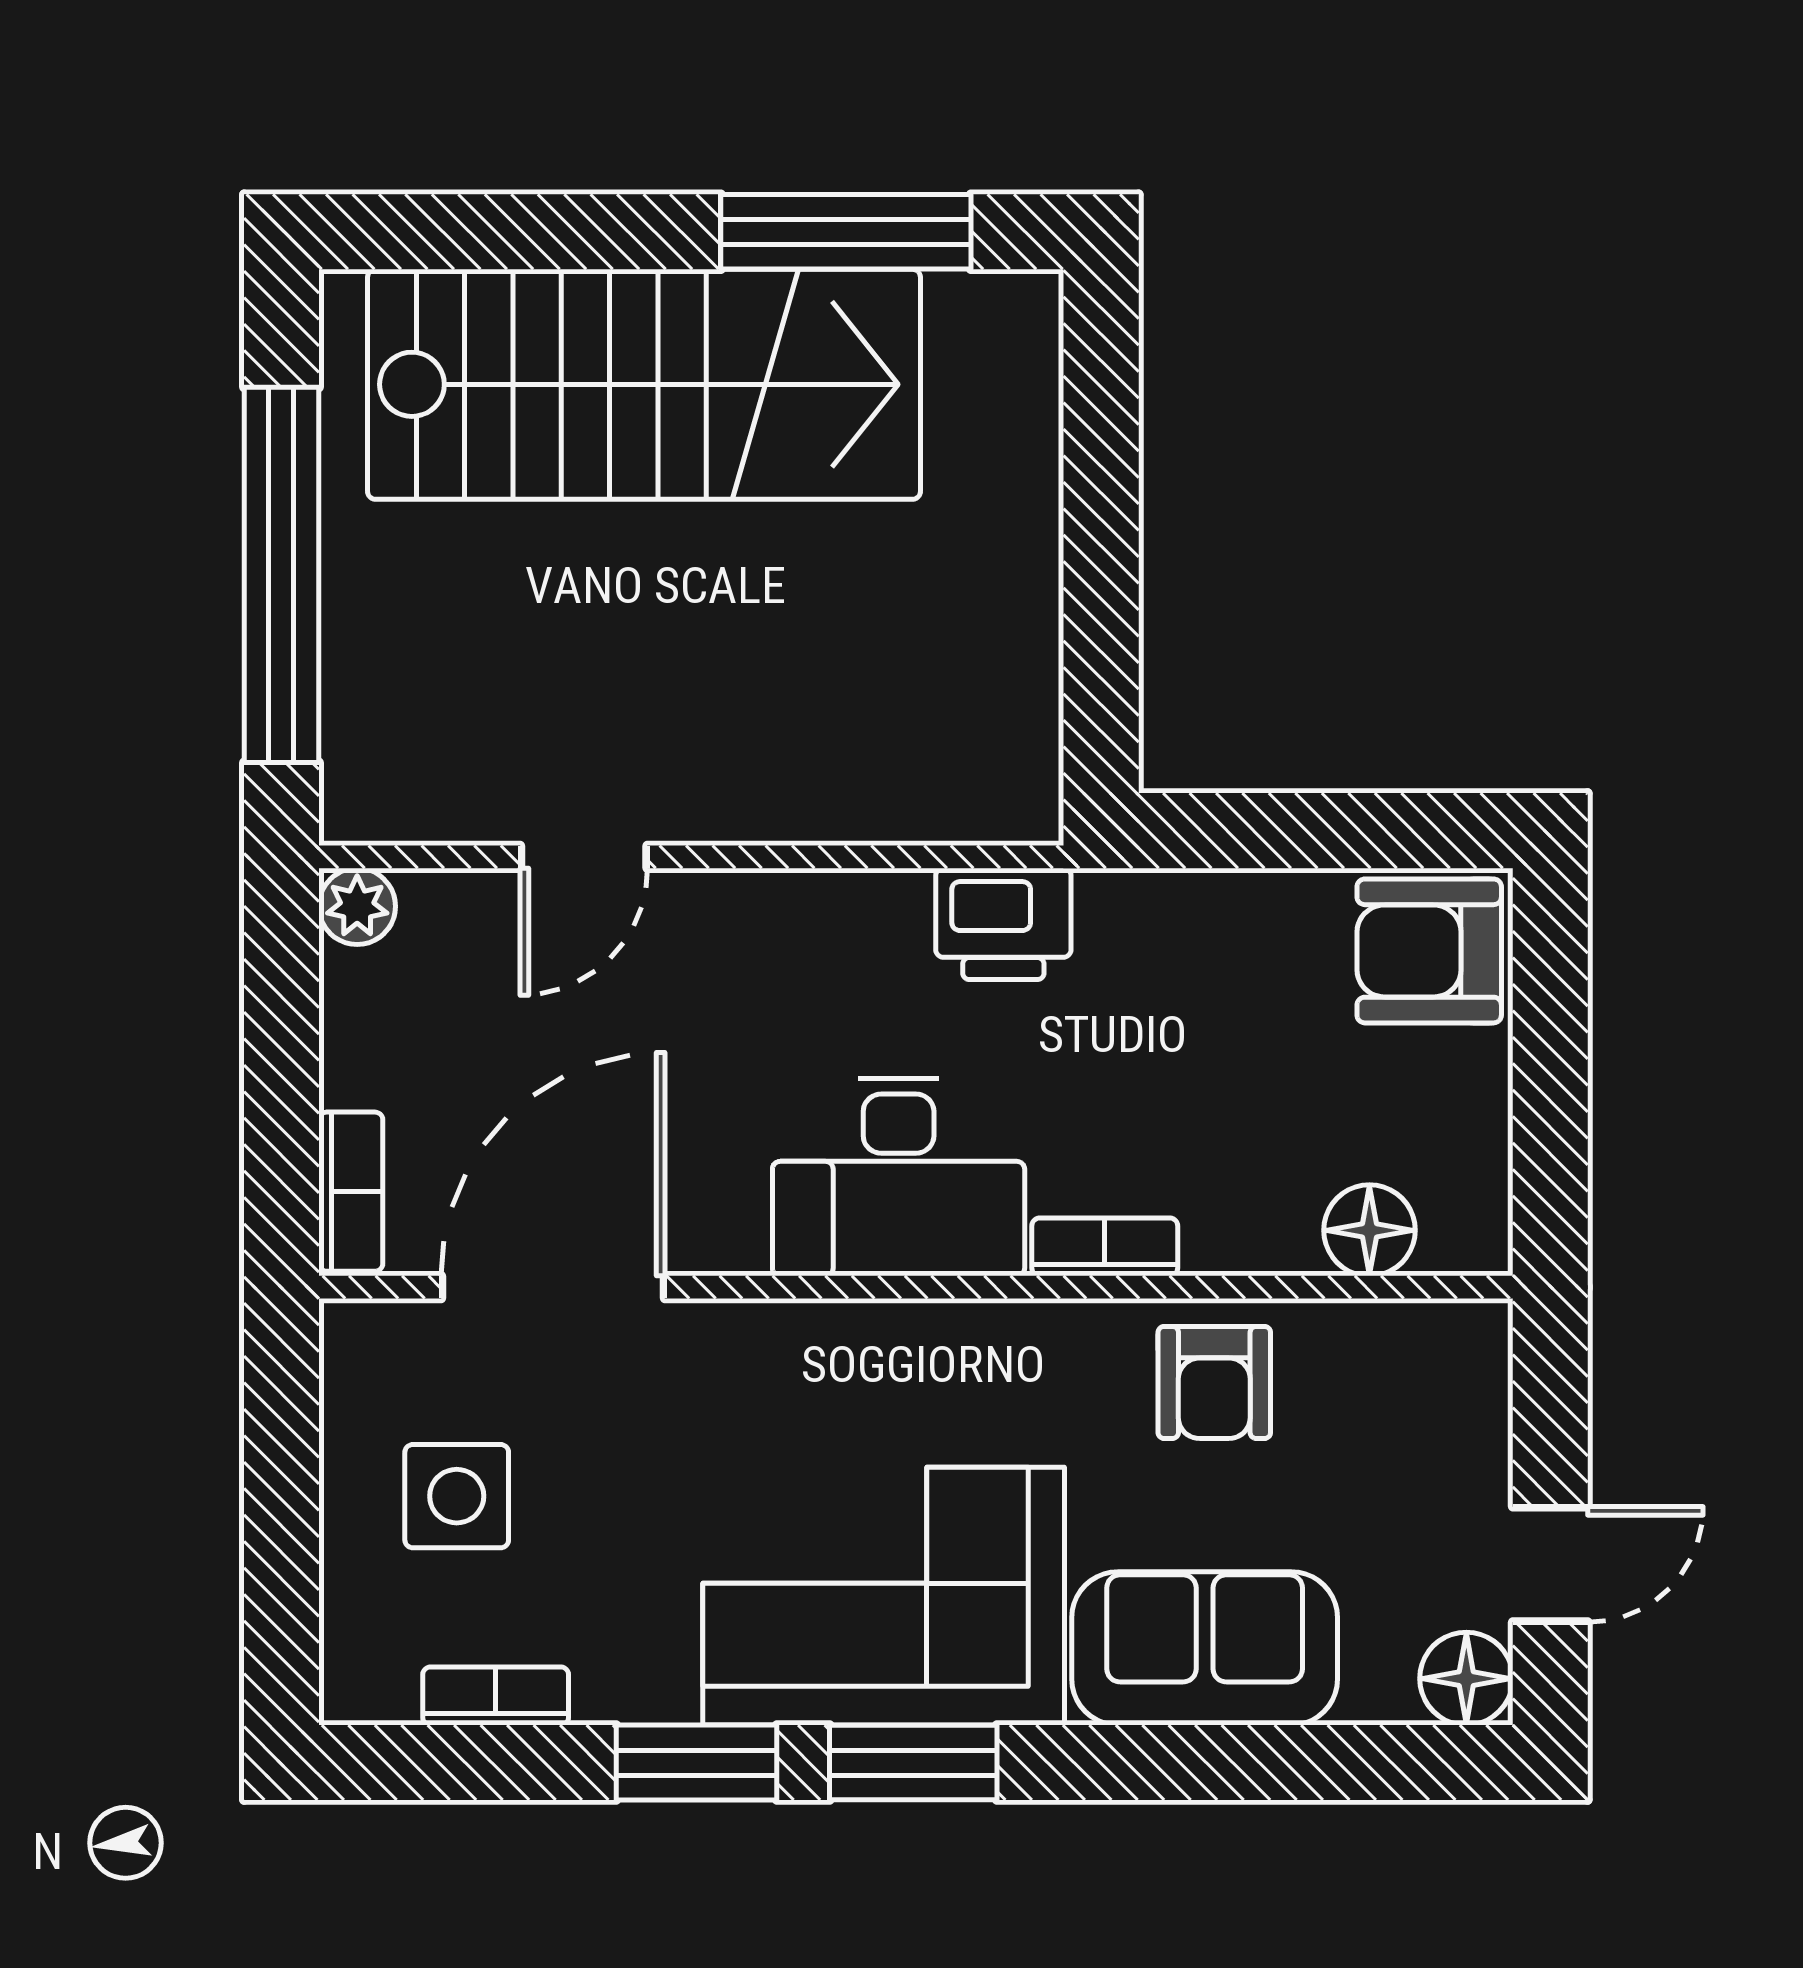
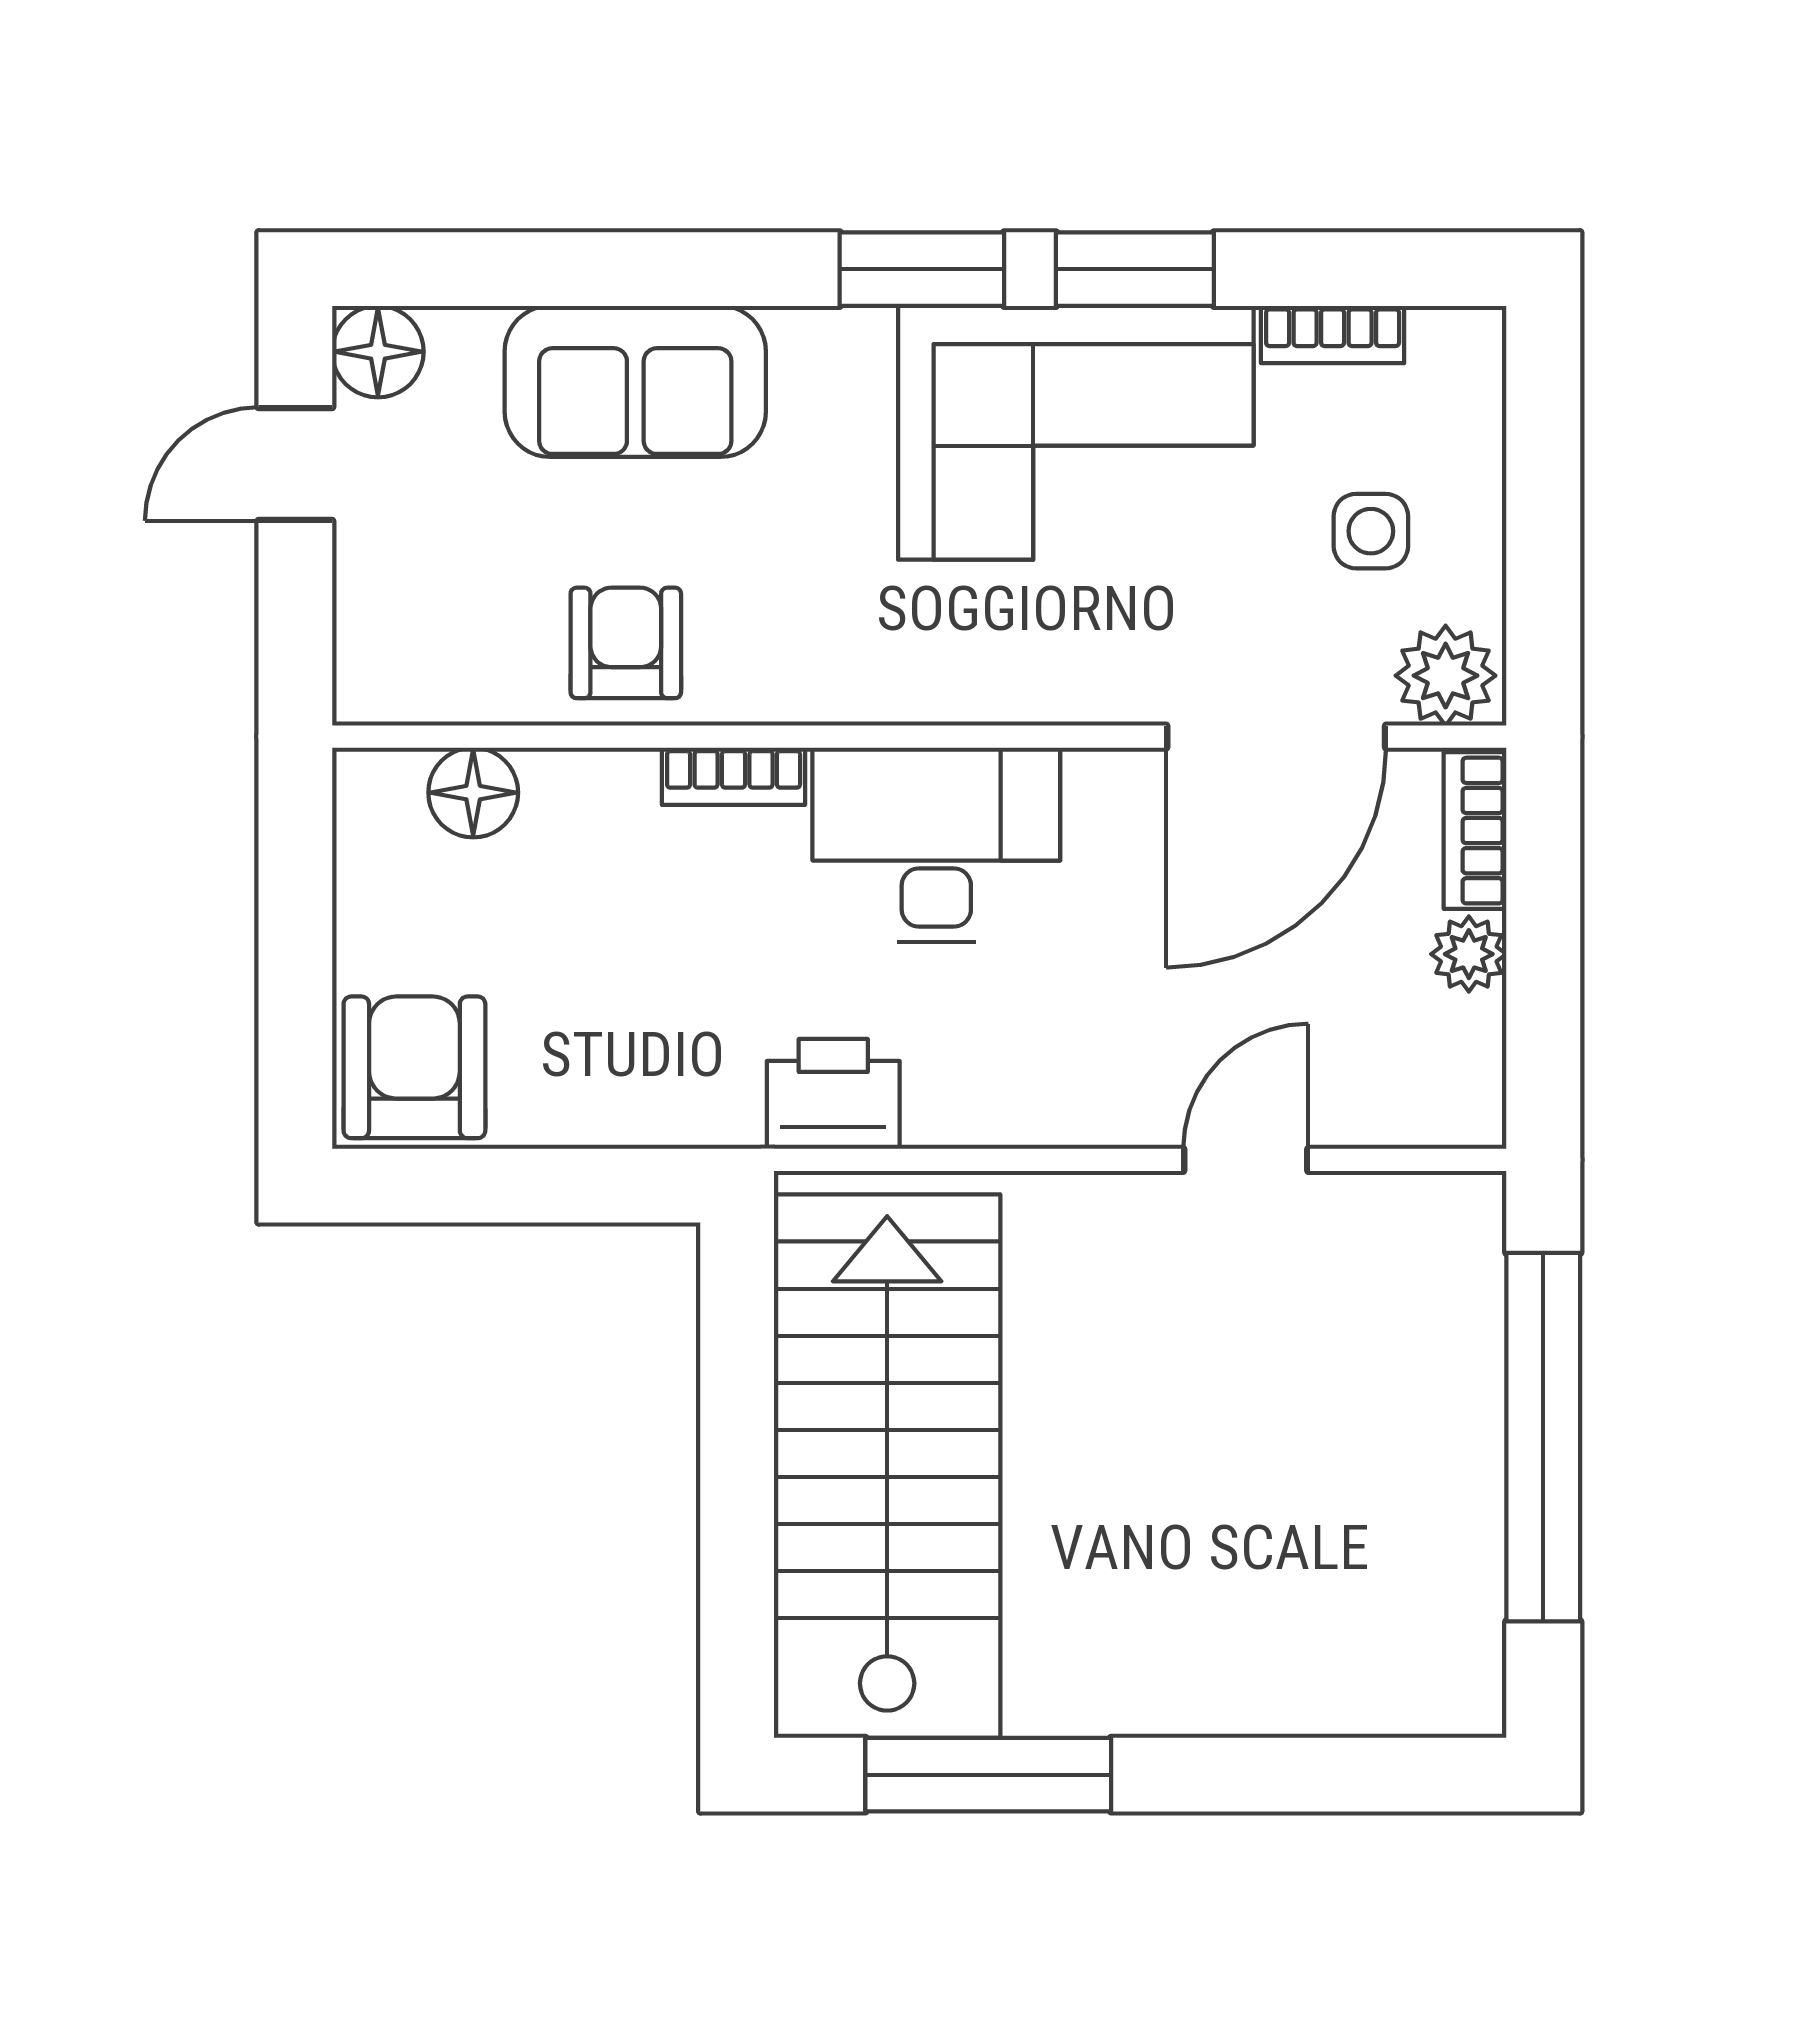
stairs: (644, 384) -> (887, 1466), moved, turned 90
plant: (357, 906) -> (1469, 954), moved
armchair: (1429, 951) -> (414, 1067), turned -90
plant: (381, 1349) -> (1446, 676), added
side table: (457, 1496) -> (1371, 531), width x0.73, depth x0.73
corner sofa: (884, 1596) -> (1076, 433), moved

